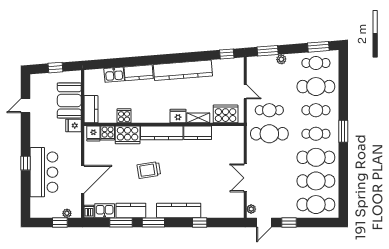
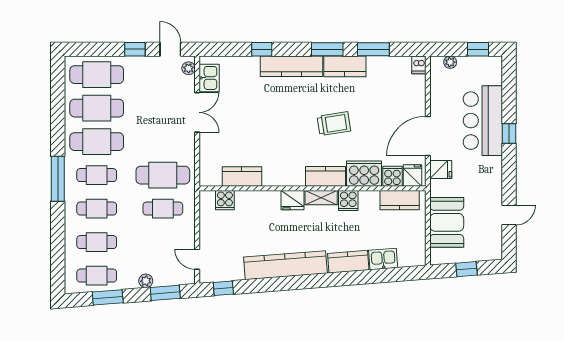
window: (318, 47) -> (108, 297), moved
cafe table: (316, 87) -> (97, 242), width x0.73, depth x0.74
door: (245, 92) -> (197, 259), moved
kitchen counter: (91, 109) -> (400, 200), moved, turned -90
cooker: (226, 114) -> (225, 200), width x0.53, depth x0.76
cooker: (124, 116) -> (348, 201), moved
shelving: (198, 118) -> (321, 198), moved
fridge: (74, 126) -> (441, 170), moved
window: (343, 131) -> (58, 179), width x1.44
kitchen counter: (162, 133) -> (325, 176), width x0.67
kitchen counter: (198, 133) -> (242, 177), moved
door: (83, 179) -> (428, 136), moved
kitchen counter: (131, 210) -> (345, 66), moved
kitchen sink: (105, 211) -> (209, 78), moved, turned -90
window: (60, 222) -> (478, 49), moved
door: (264, 222) -> (170, 49), hinge flipped

